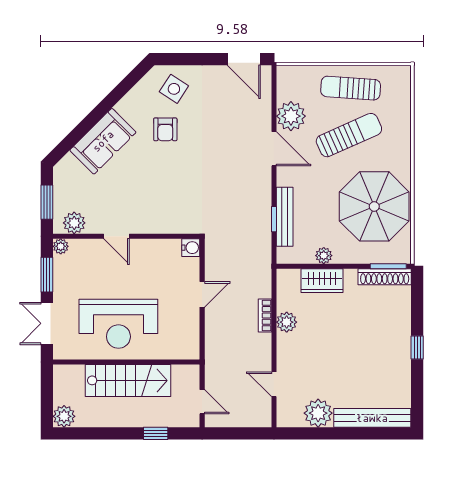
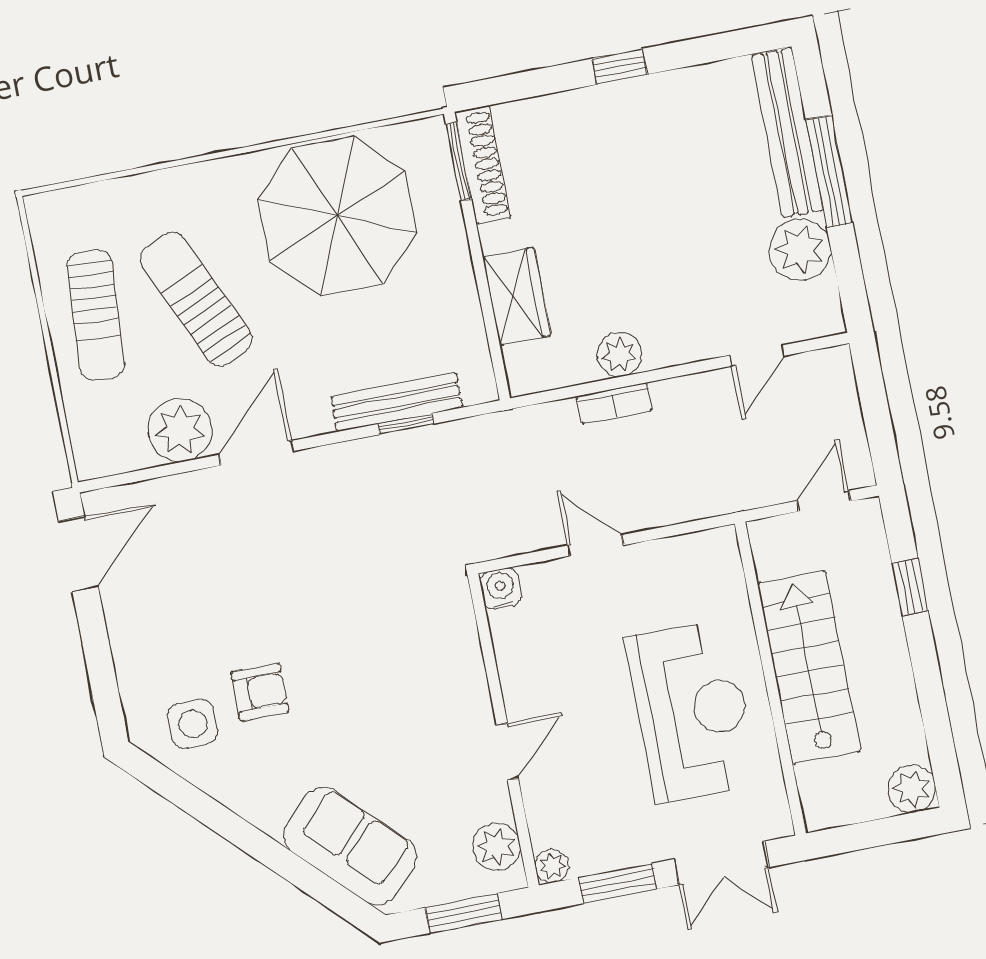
side table: (174, 89) -> (193, 724), moved, turned -33
sofa: (103, 141) -> (350, 846), moved
plant: (324, 256) -> (463, 303), removed
window: (351, 433) -> (829, 171), added

